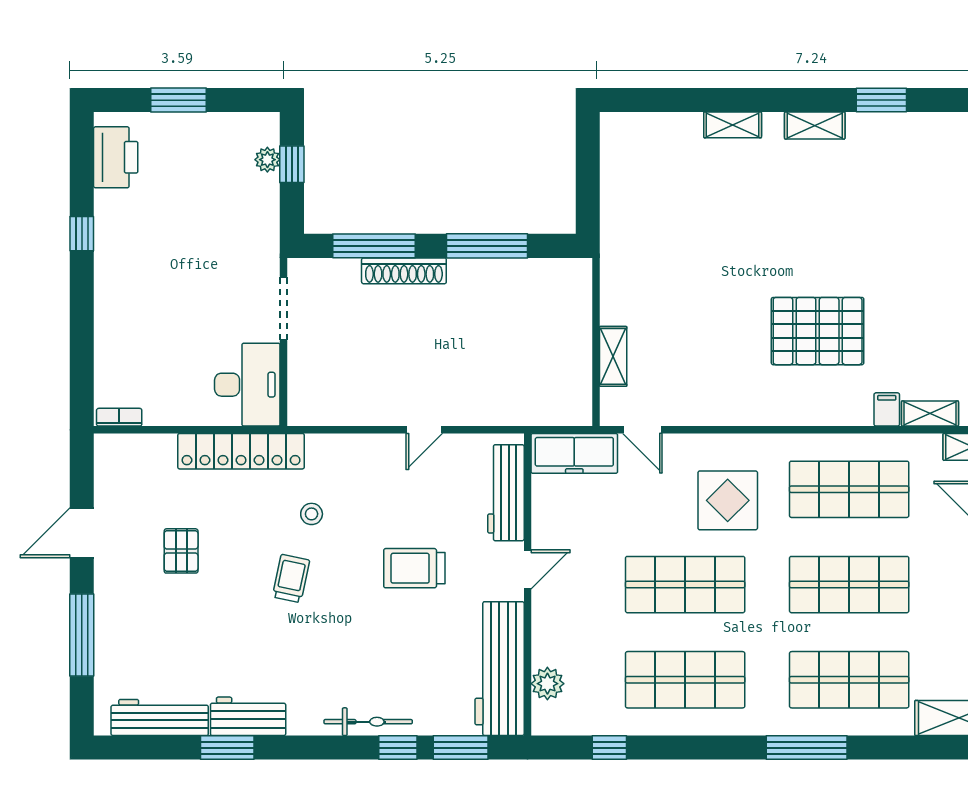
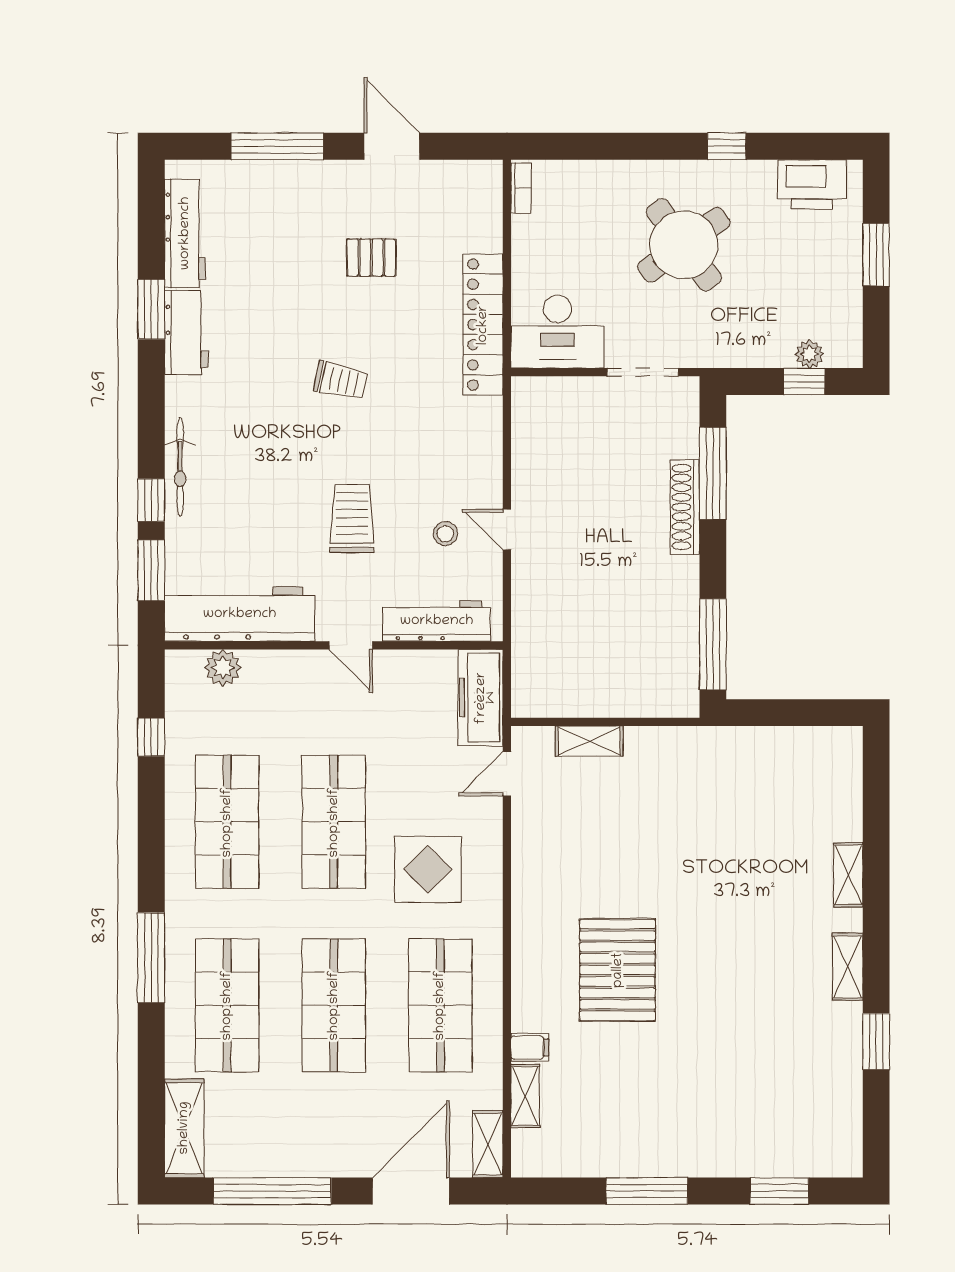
window: (487, 246) -> (713, 644), moved
round table: (170, 272) -> (684, 245), added
stool: (312, 514) -> (445, 534), moved

